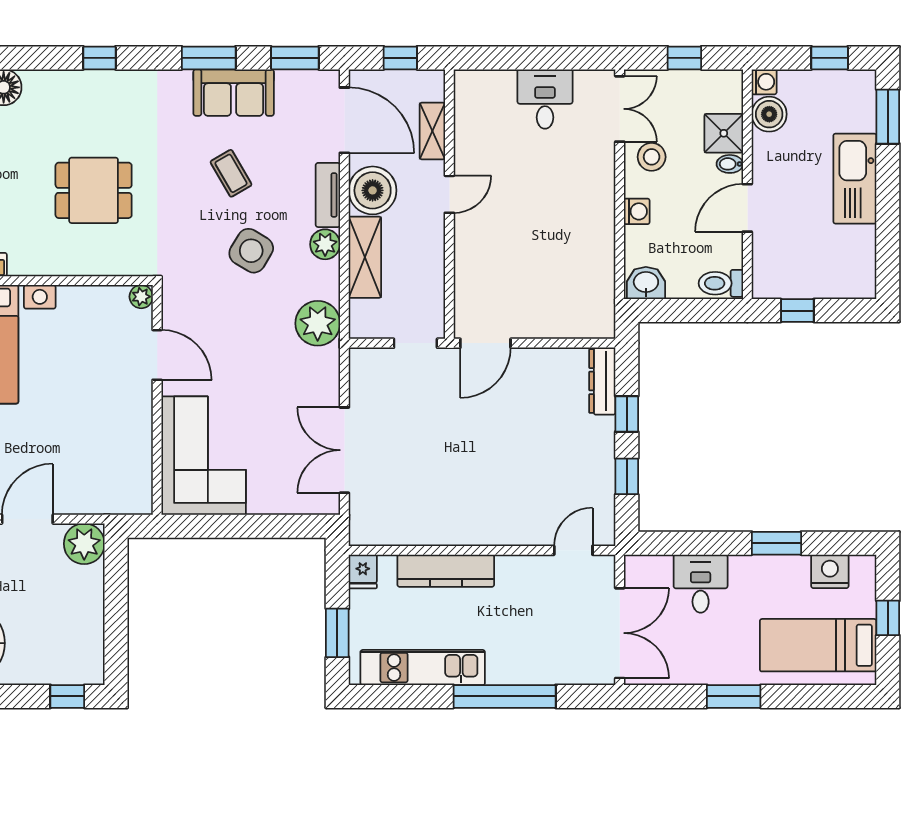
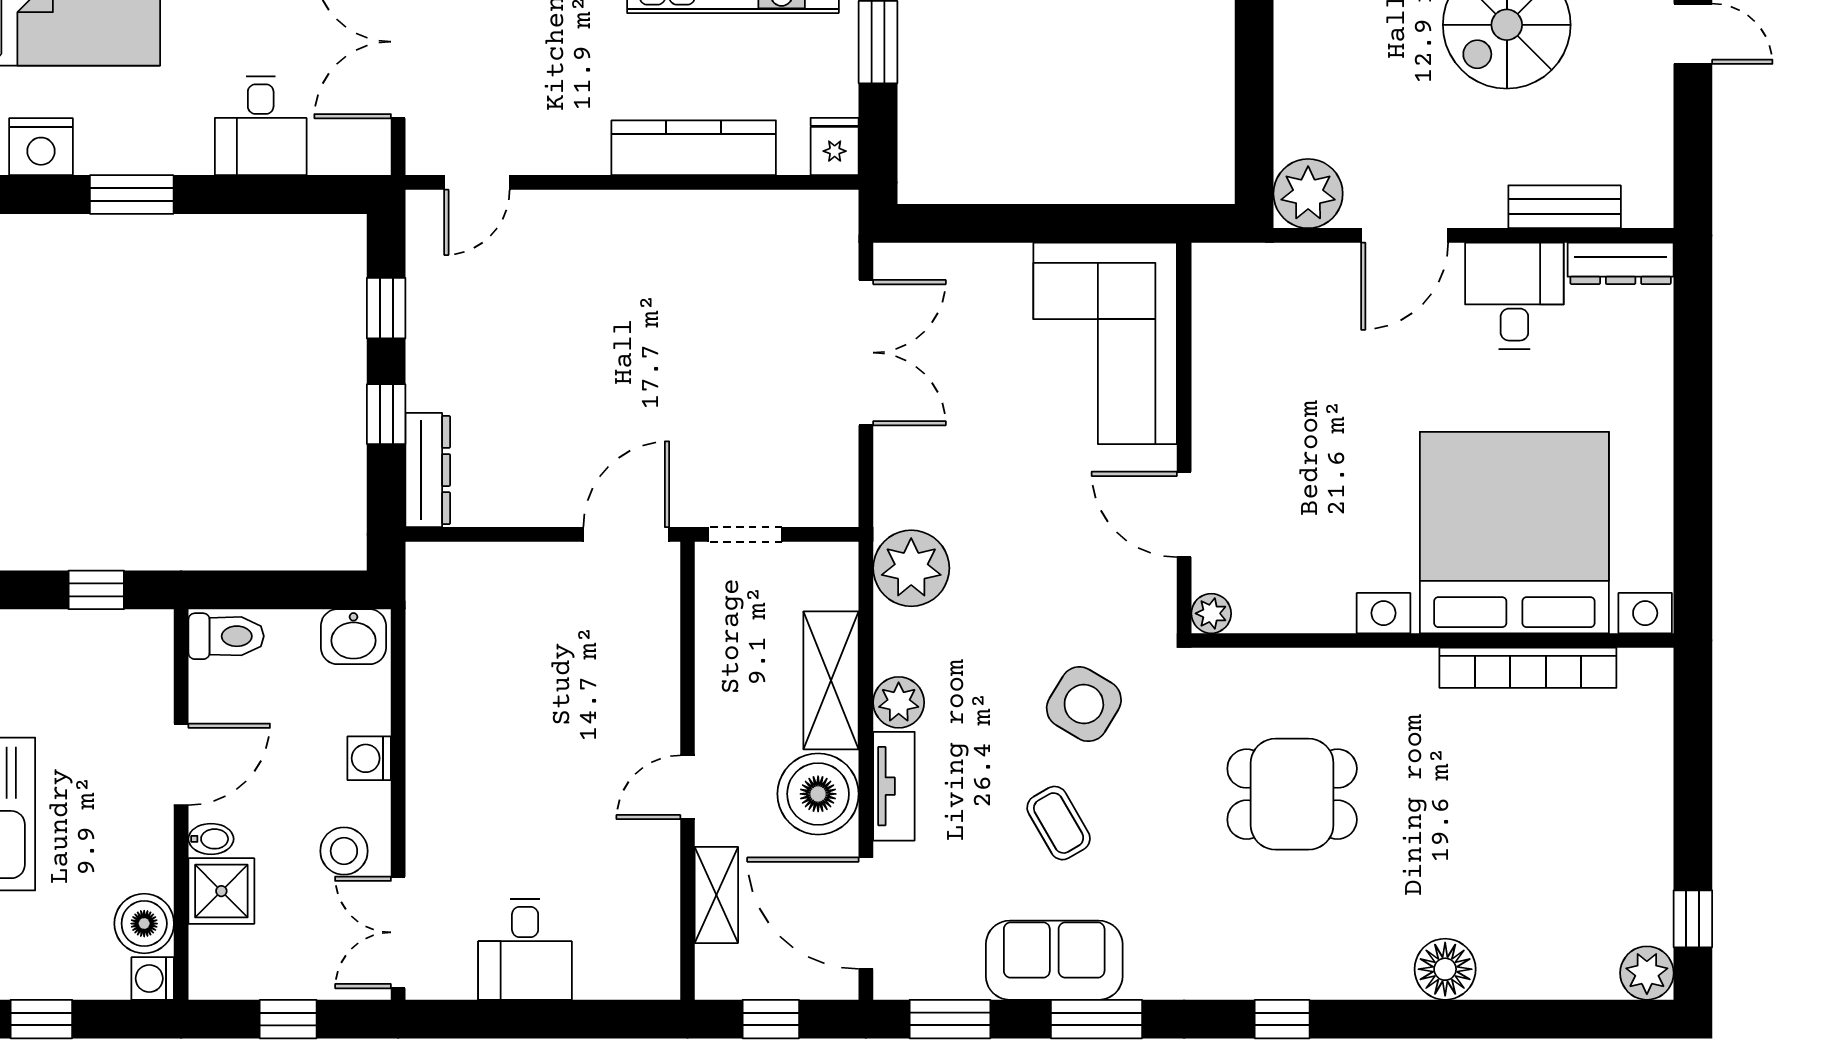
side table: (251, 251) -> (1084, 704), moved

